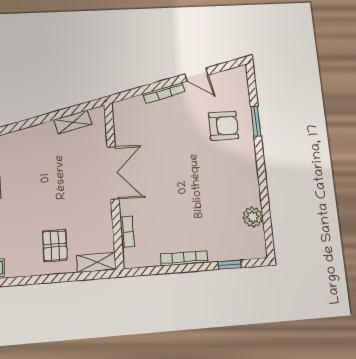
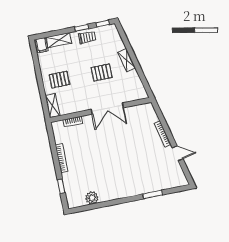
door: (196, 75) -> (178, 153), swing flipped
shelving: (73, 122) -> (127, 60), moved
armchair: (223, 126) -> (147, 174), removed
pallet: (53, 175) -> (102, 73), added

